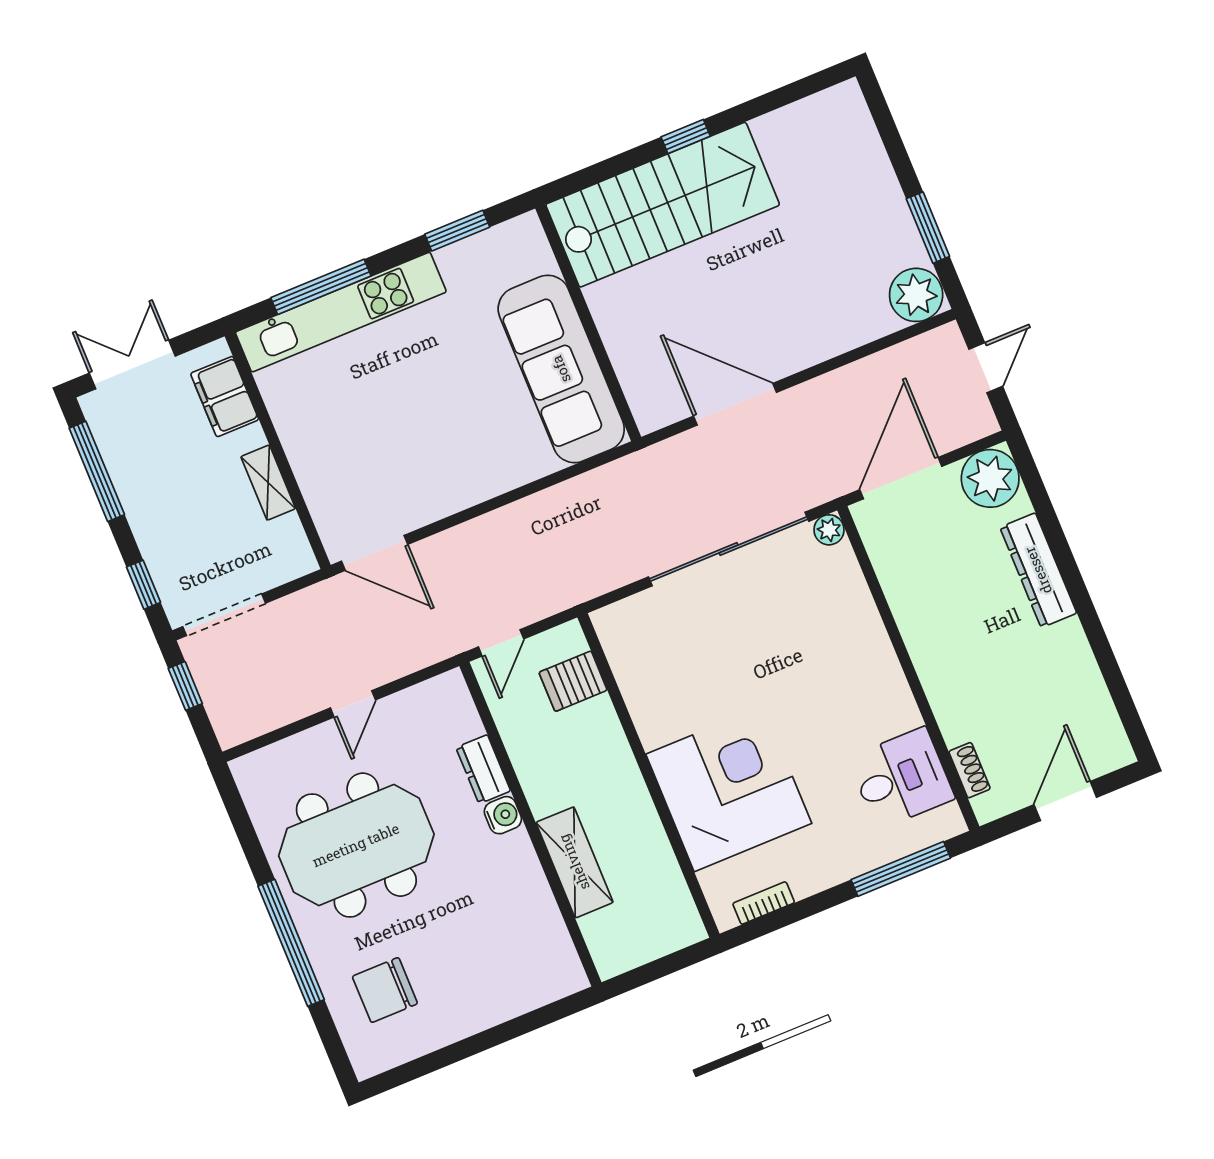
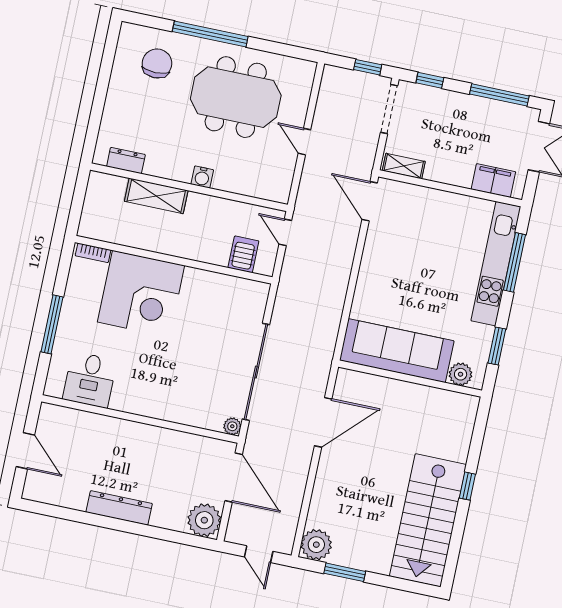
stairs: (663, 205) -> (428, 520), moved
plant: (533, 255) -> (461, 374), added
shelving: (268, 483) -> (404, 166), moved
door: (375, 553) -> (370, 201), hinge flipped
dresser: (1038, 570) -> (119, 508), moved
dresser: (483, 769) -> (126, 161), moved
shoe rack: (970, 770) -> (71, 415), removed
meeting table: (356, 845) -> (236, 97), turned 90
window: (901, 869) -> (52, 324), moved
bookcase: (764, 903) -> (93, 253), moved, turned 90

